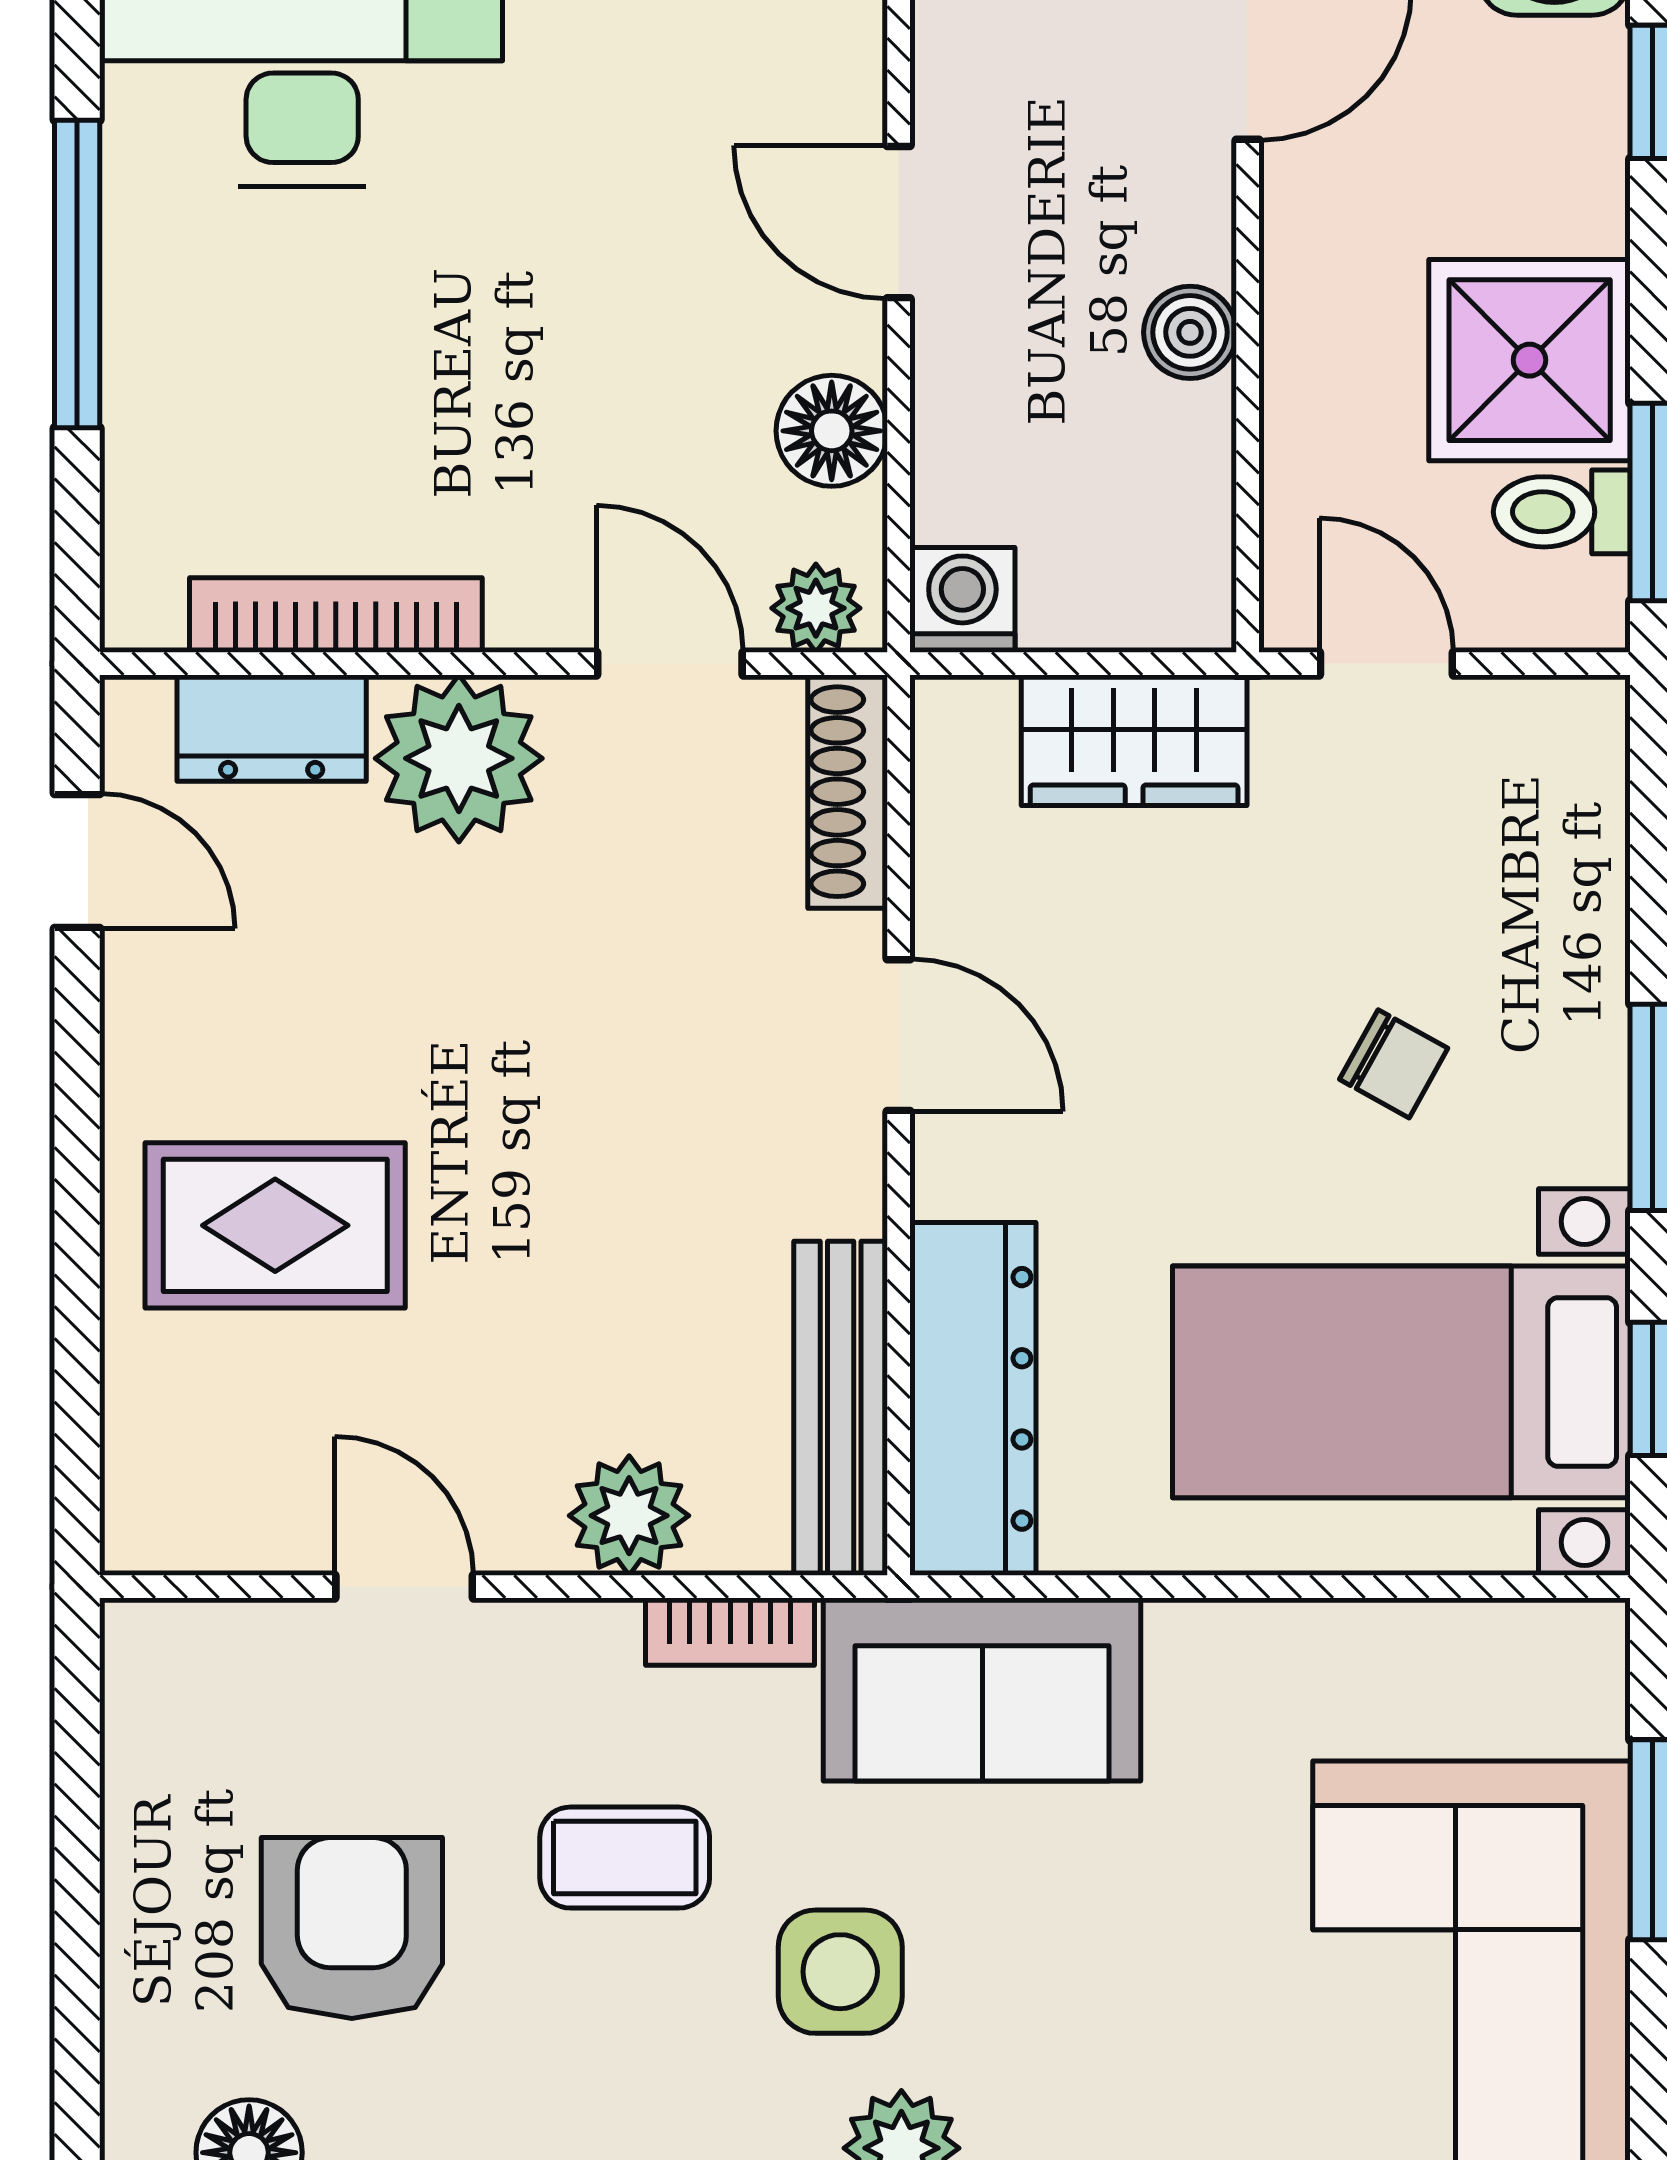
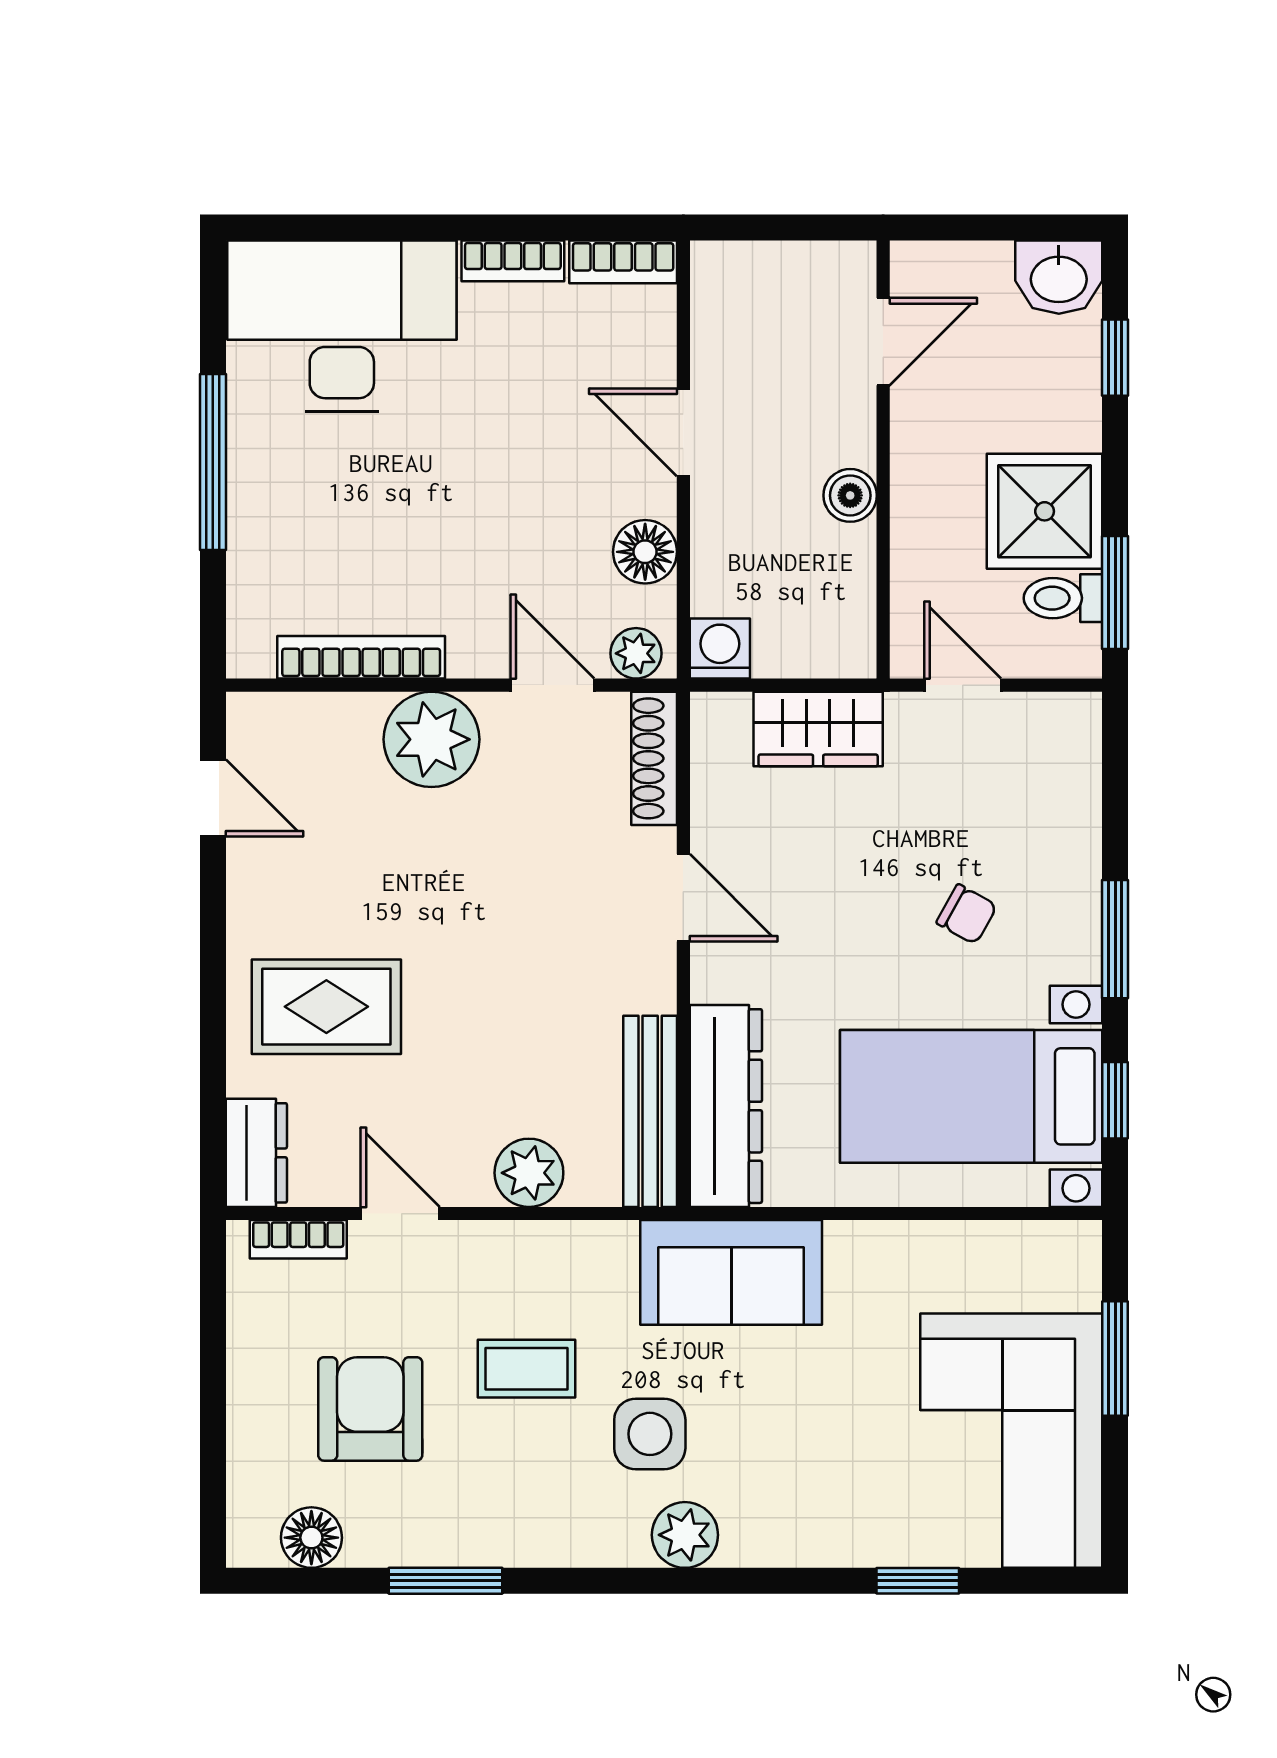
dresser: (272, 728) -> (256, 1153), moved, turned -90
bookcase: (730, 1632) -> (298, 1239), moved

